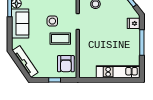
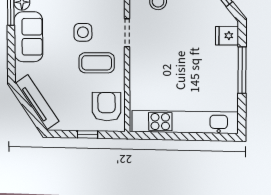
armchair: (66, 64) -> (107, 107), turned 180
kitchen unit: (118, 72) -> (184, 122), width x1.36

